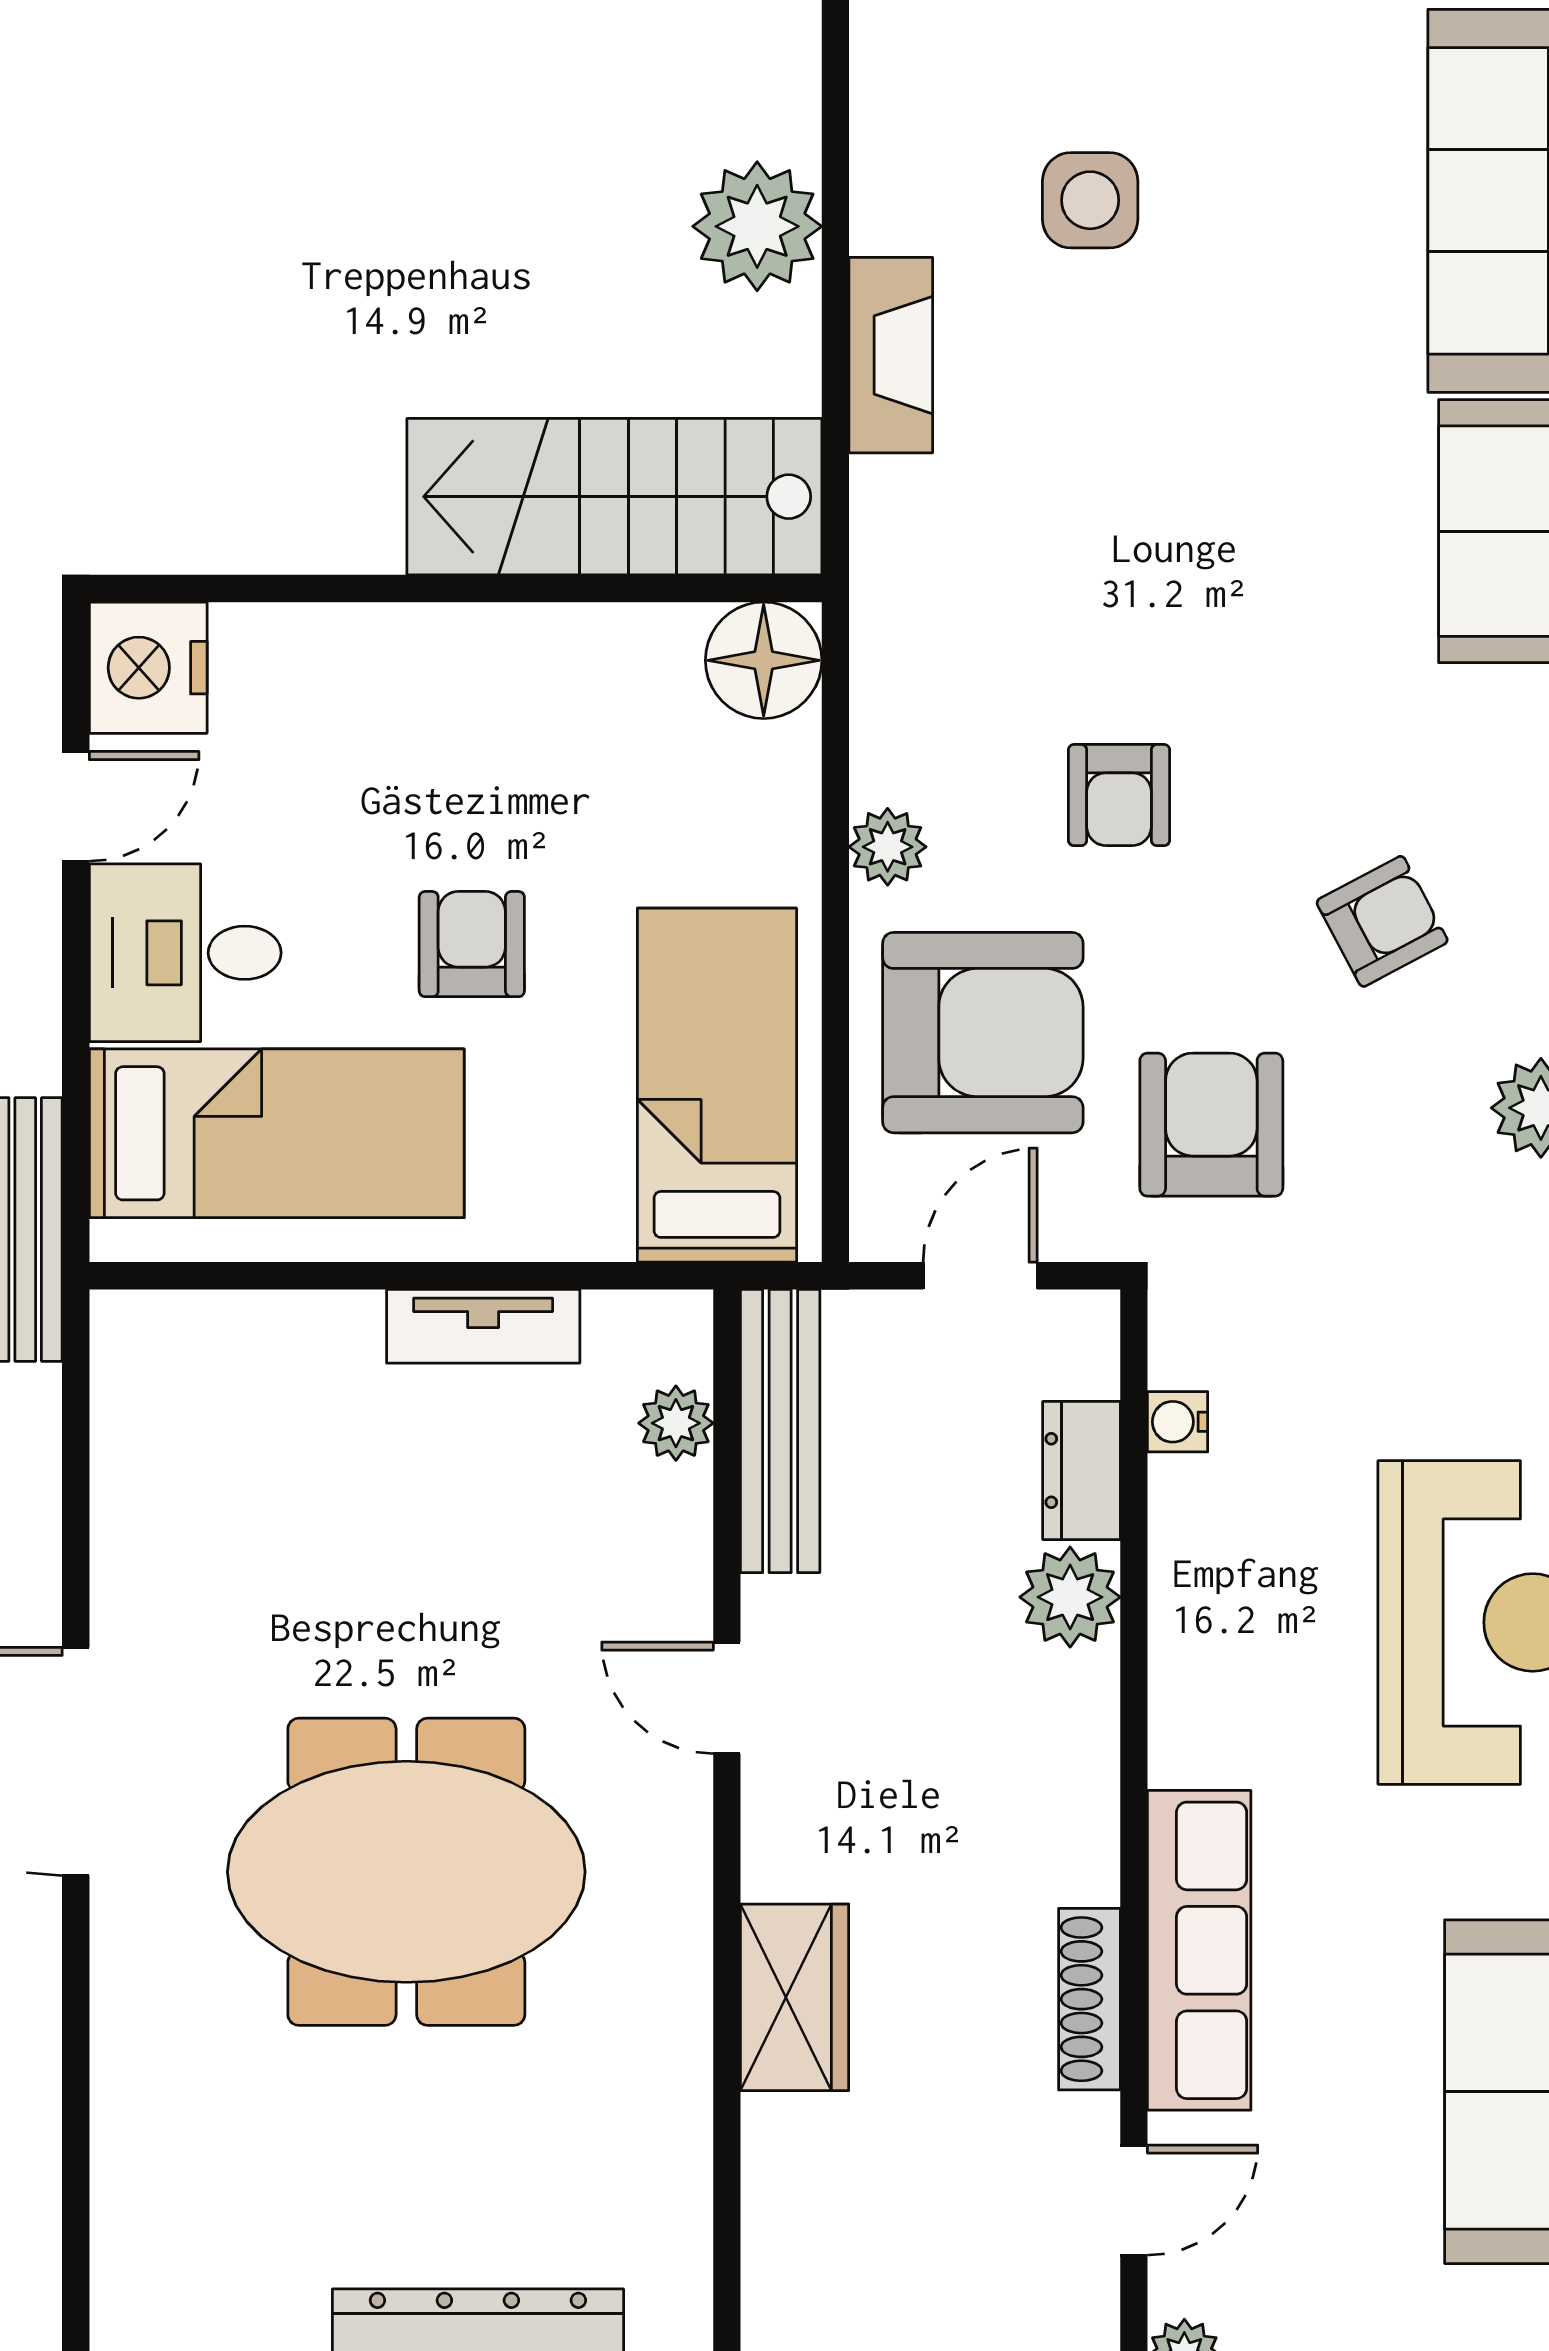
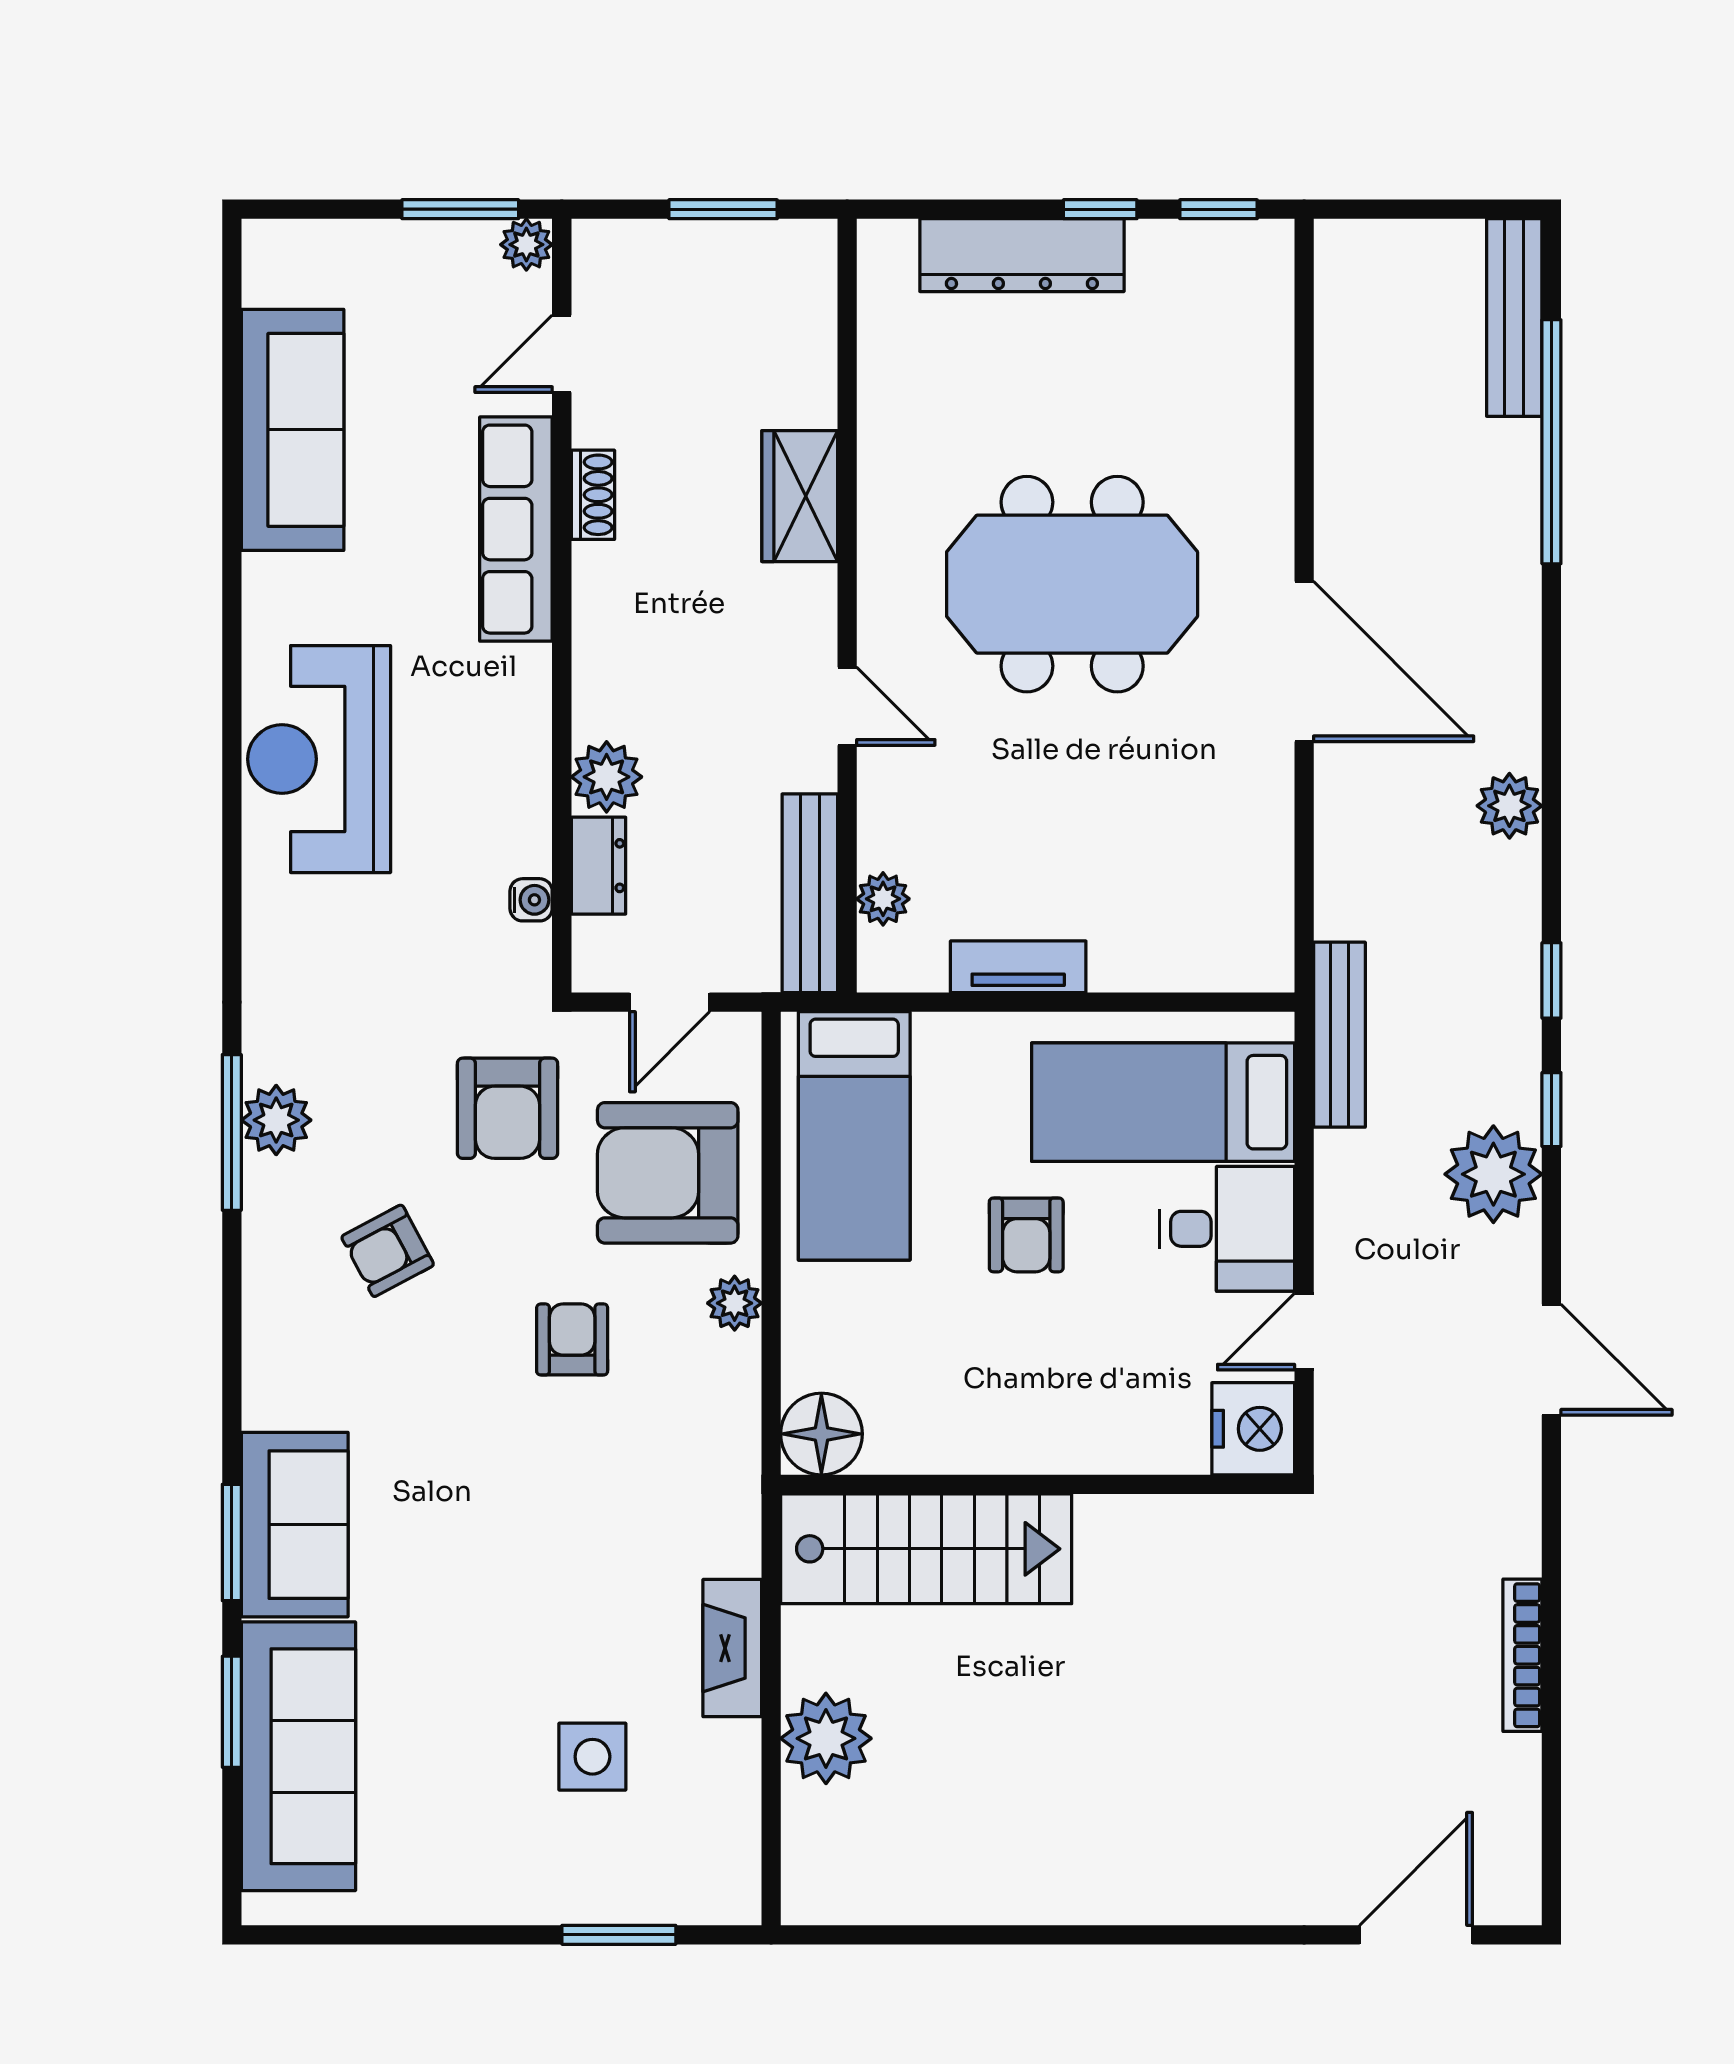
shoe rack: (1089, 1999) -> (593, 495), width x0.70

